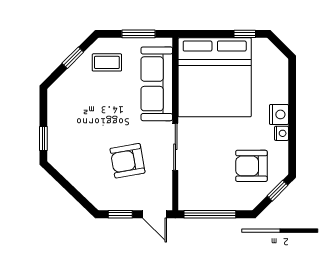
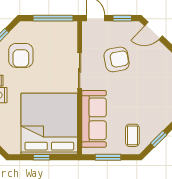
window: (245, 34) -> (42, 157), moved
coffee table: (107, 62) -> (132, 135), turned 90
armchair: (251, 166) -> (21, 55), turned 90
door: (80, 198) -> (153, 31), added

